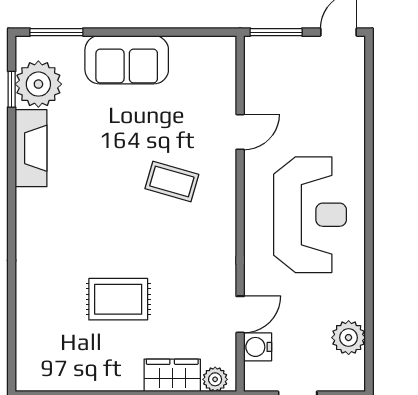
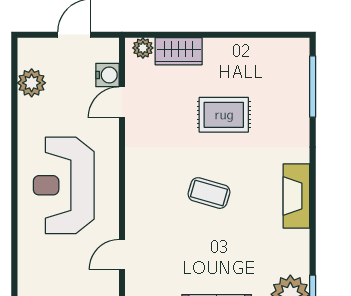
fireplace: (31, 148) -> (296, 196), moved
coffee table: (172, 182) -> (209, 193), moved
window: (12, 333) -> (313, 86), added

